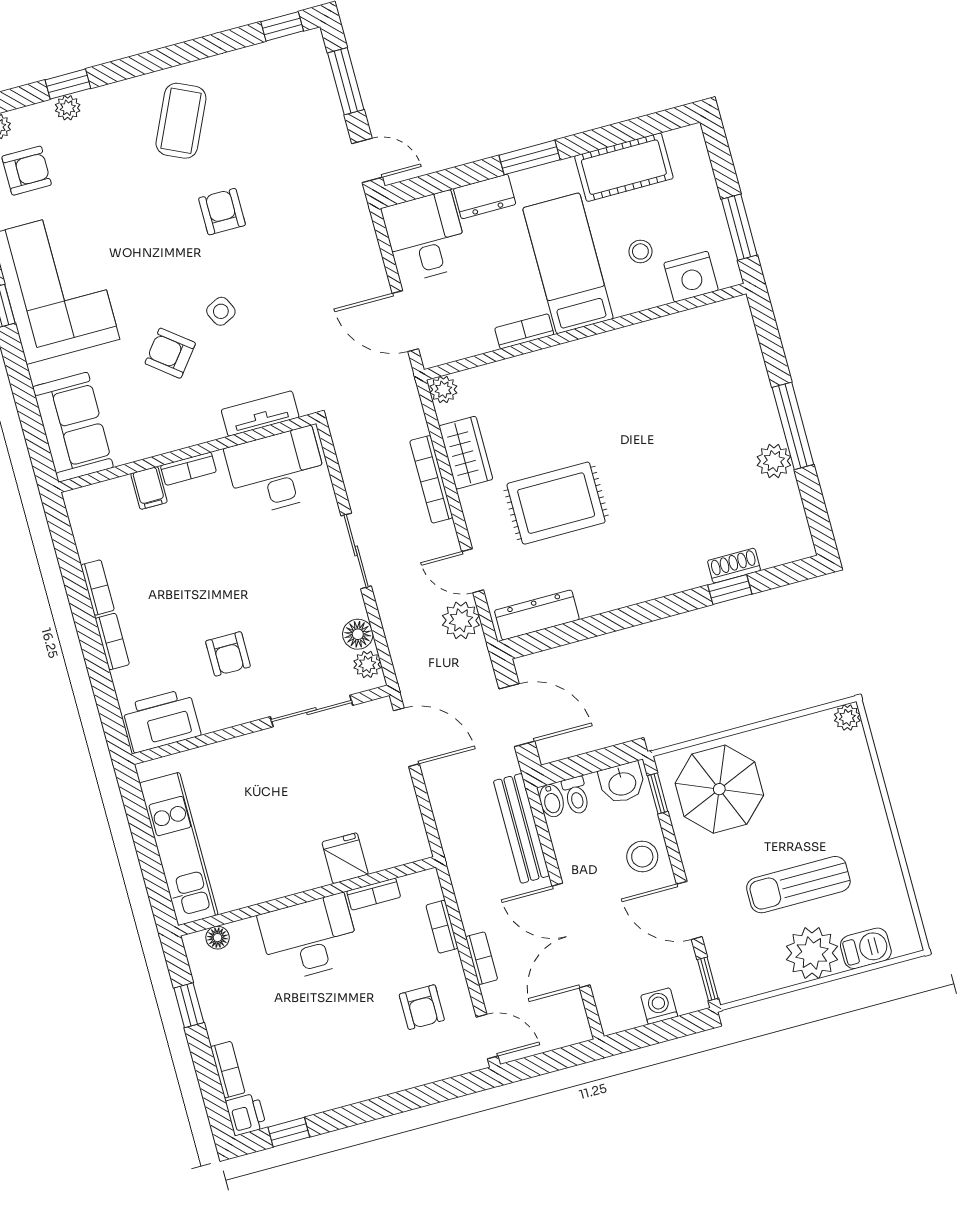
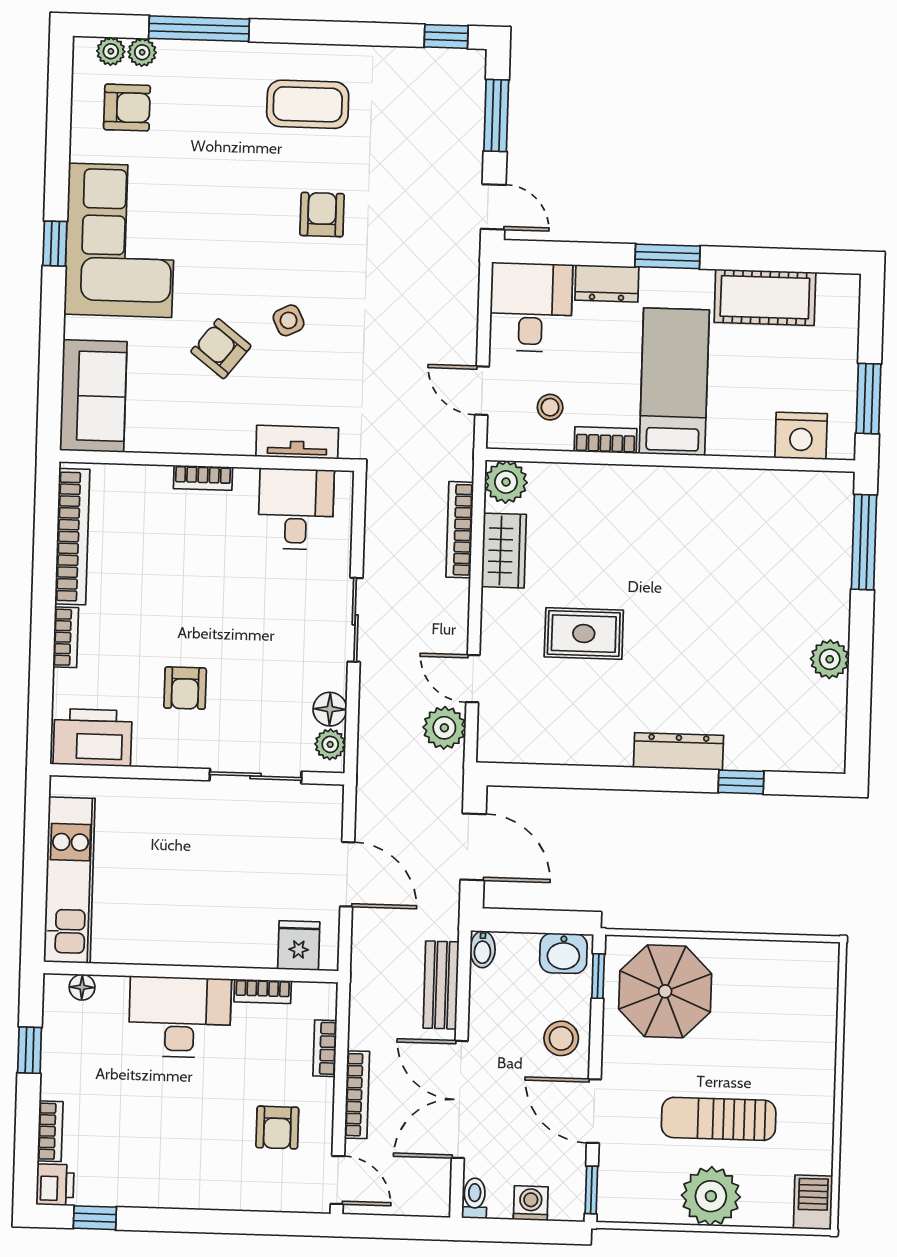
window: (68, 84) -> (199, 29), width x2.17
plant: (68, 108) -> (142, 52), moved
coffee table: (181, 121) -> (308, 104), turned 65
stool: (640, 251) -> (550, 407), moved
door: (405, 321) -> (482, 391), width x0.73
plant: (443, 390) -> (506, 482), width x1.38, depth x1.38
window: (793, 426) -> (864, 542), moved
desk: (277, 471) -> (296, 509), width x0.73
bookcase: (431, 479) -> (460, 530), moved
filing cabinet: (149, 488) -> (155, 486), removed
rug: (556, 503) -> (584, 634), width x0.73, depth x0.70
shoe rack: (734, 566) -> (753, 758), removed
bookcase: (97, 588) -> (72, 537), width x2.31, depth x1.31
dresser: (537, 615) -> (678, 751), moved
plant: (847, 717) -> (825, 957), removed
door: (406, 737) -> (347, 874), moved
toilet: (576, 795) -> (474, 1198), moved, turned 180
bench: (521, 828) -> (441, 985), width x0.73
fridge: (345, 858) -> (299, 946), moved
barbecue: (866, 948) -> (813, 1202), moved, turned -90
bookcase: (482, 958) -> (357, 1095), width x1.56

